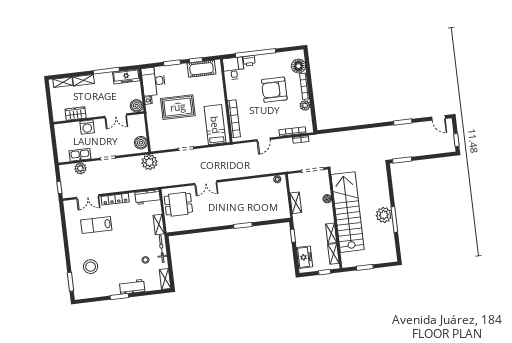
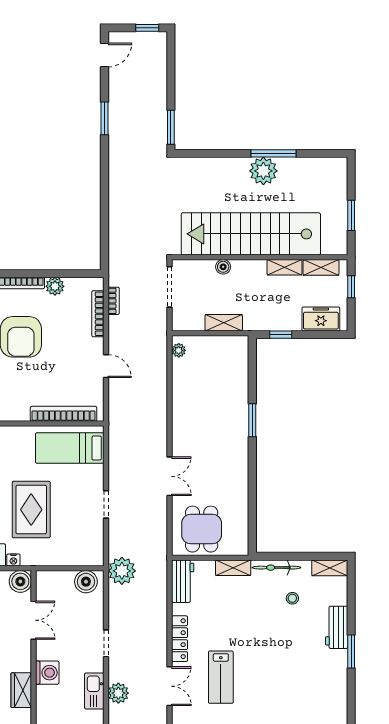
stool: (91, 267) -> (293, 696), removed

